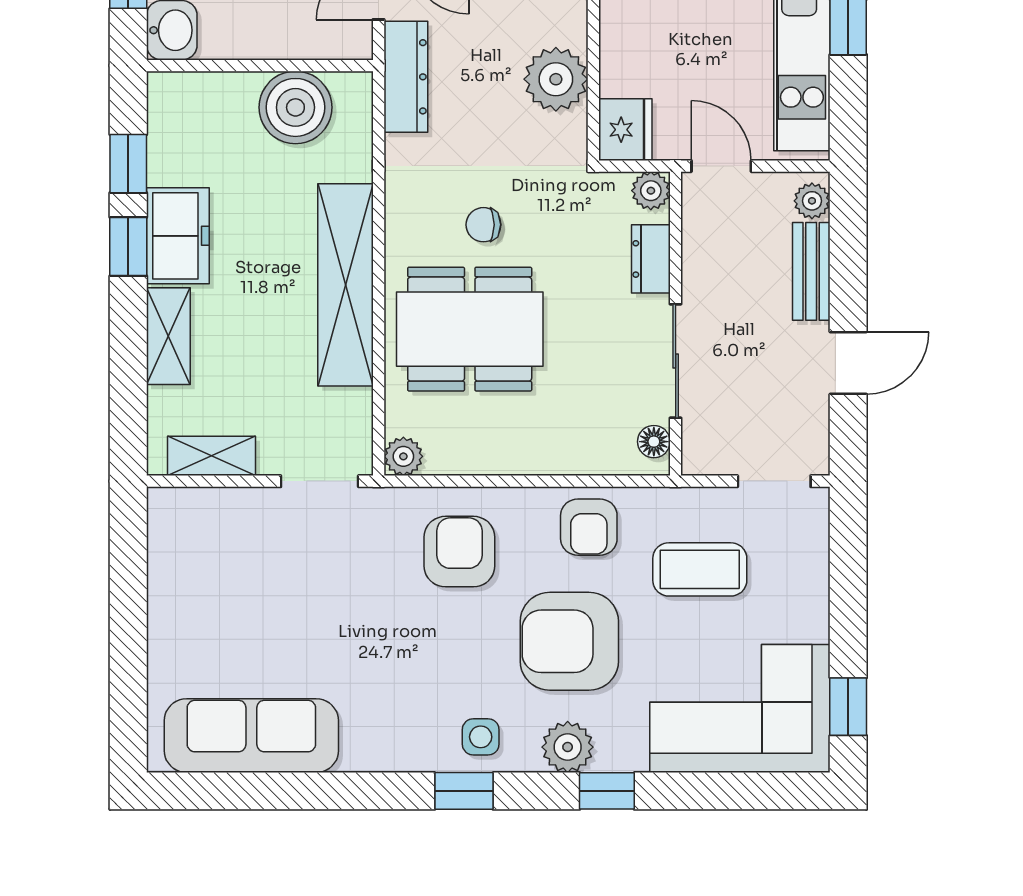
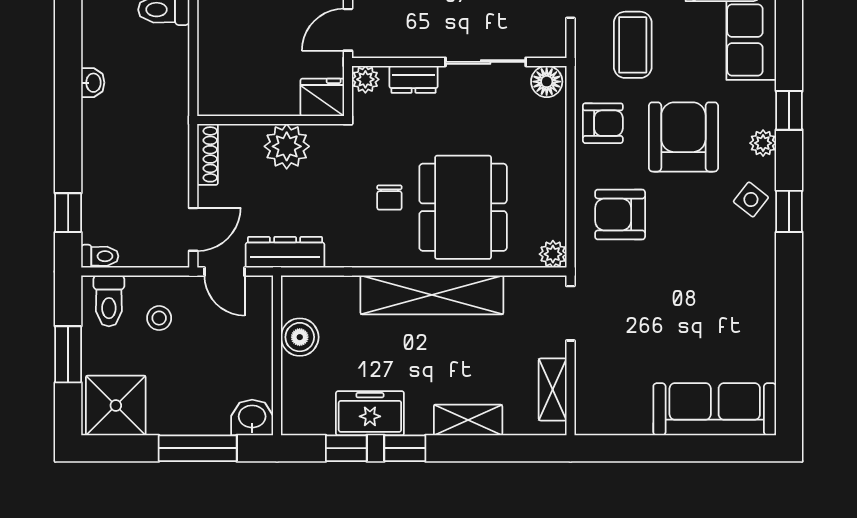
boiler: (295, 107) -> (300, 337), width x0.73, depth x0.73
freezer: (178, 236) -> (370, 413), moved
floor lamp: (654, 442) -> (547, 82), width x1.37, depth x1.37
armchair: (569, 641) -> (683, 137), turned 180
sofa: (251, 736) -> (715, 409), moved, turned 90
side table: (481, 737) -> (751, 200), turned 38
plant: (568, 747) -> (763, 143), width x0.73, depth x0.73

